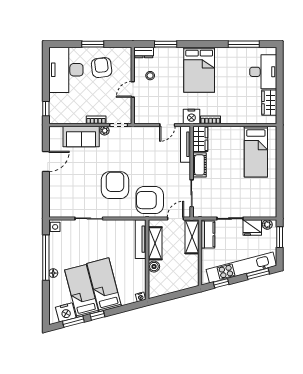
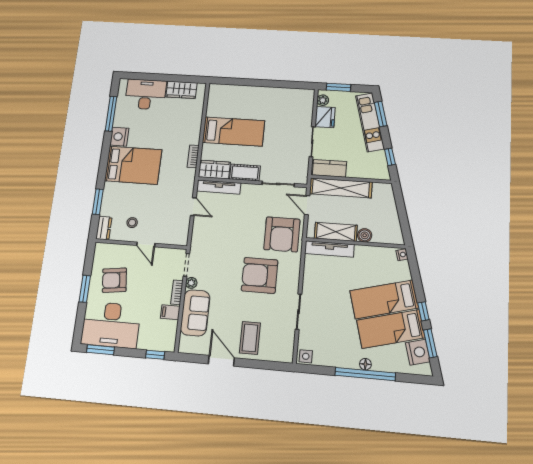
window: (46, 64) -> (101, 350), added
filing cabinet: (80, 116) -> (170, 312), added
nightstand: (191, 116) -> (119, 137), moved, turned 180
bed: (256, 152) -> (234, 132), moved
coffee table: (65, 182) -> (250, 338), added
shelving: (192, 237) -> (341, 188), width x1.47
window: (46, 258) -> (365, 374), moved
kitchen unit: (241, 268) -> (370, 122), width x0.73

